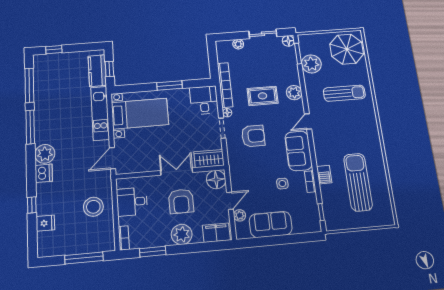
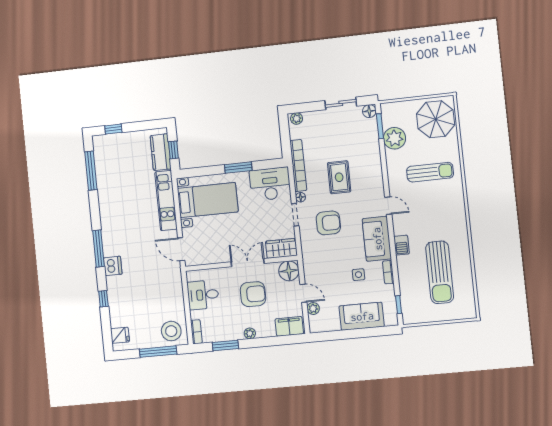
plant: (238, 44) -> (297, 119), moved
plant: (294, 93) -> (374, 173), removed
rug: (263, 96) -> (339, 177), turned 90
desk: (204, 100) -> (270, 184), width x1.37
door: (308, 121) -> (388, 206), swing flipped
window: (30, 127) -> (98, 248), moved
plant: (45, 154) -> (112, 245), removed
door: (112, 158) -> (181, 249), hinge flipped
barbecue: (324, 175) -> (401, 245), moved
sun lounger: (358, 182) -> (440, 272), turned 180
armchair: (181, 201) -> (253, 294), turned -90
door: (230, 201) -> (303, 293), hinge flipped
stool: (93, 207) -> (171, 331), moved
fridge: (45, 223) -> (120, 335), moved
sofa: (271, 224) -> (362, 316), moved
plant: (182, 234) -> (250, 333), width x0.53, depth x0.53

